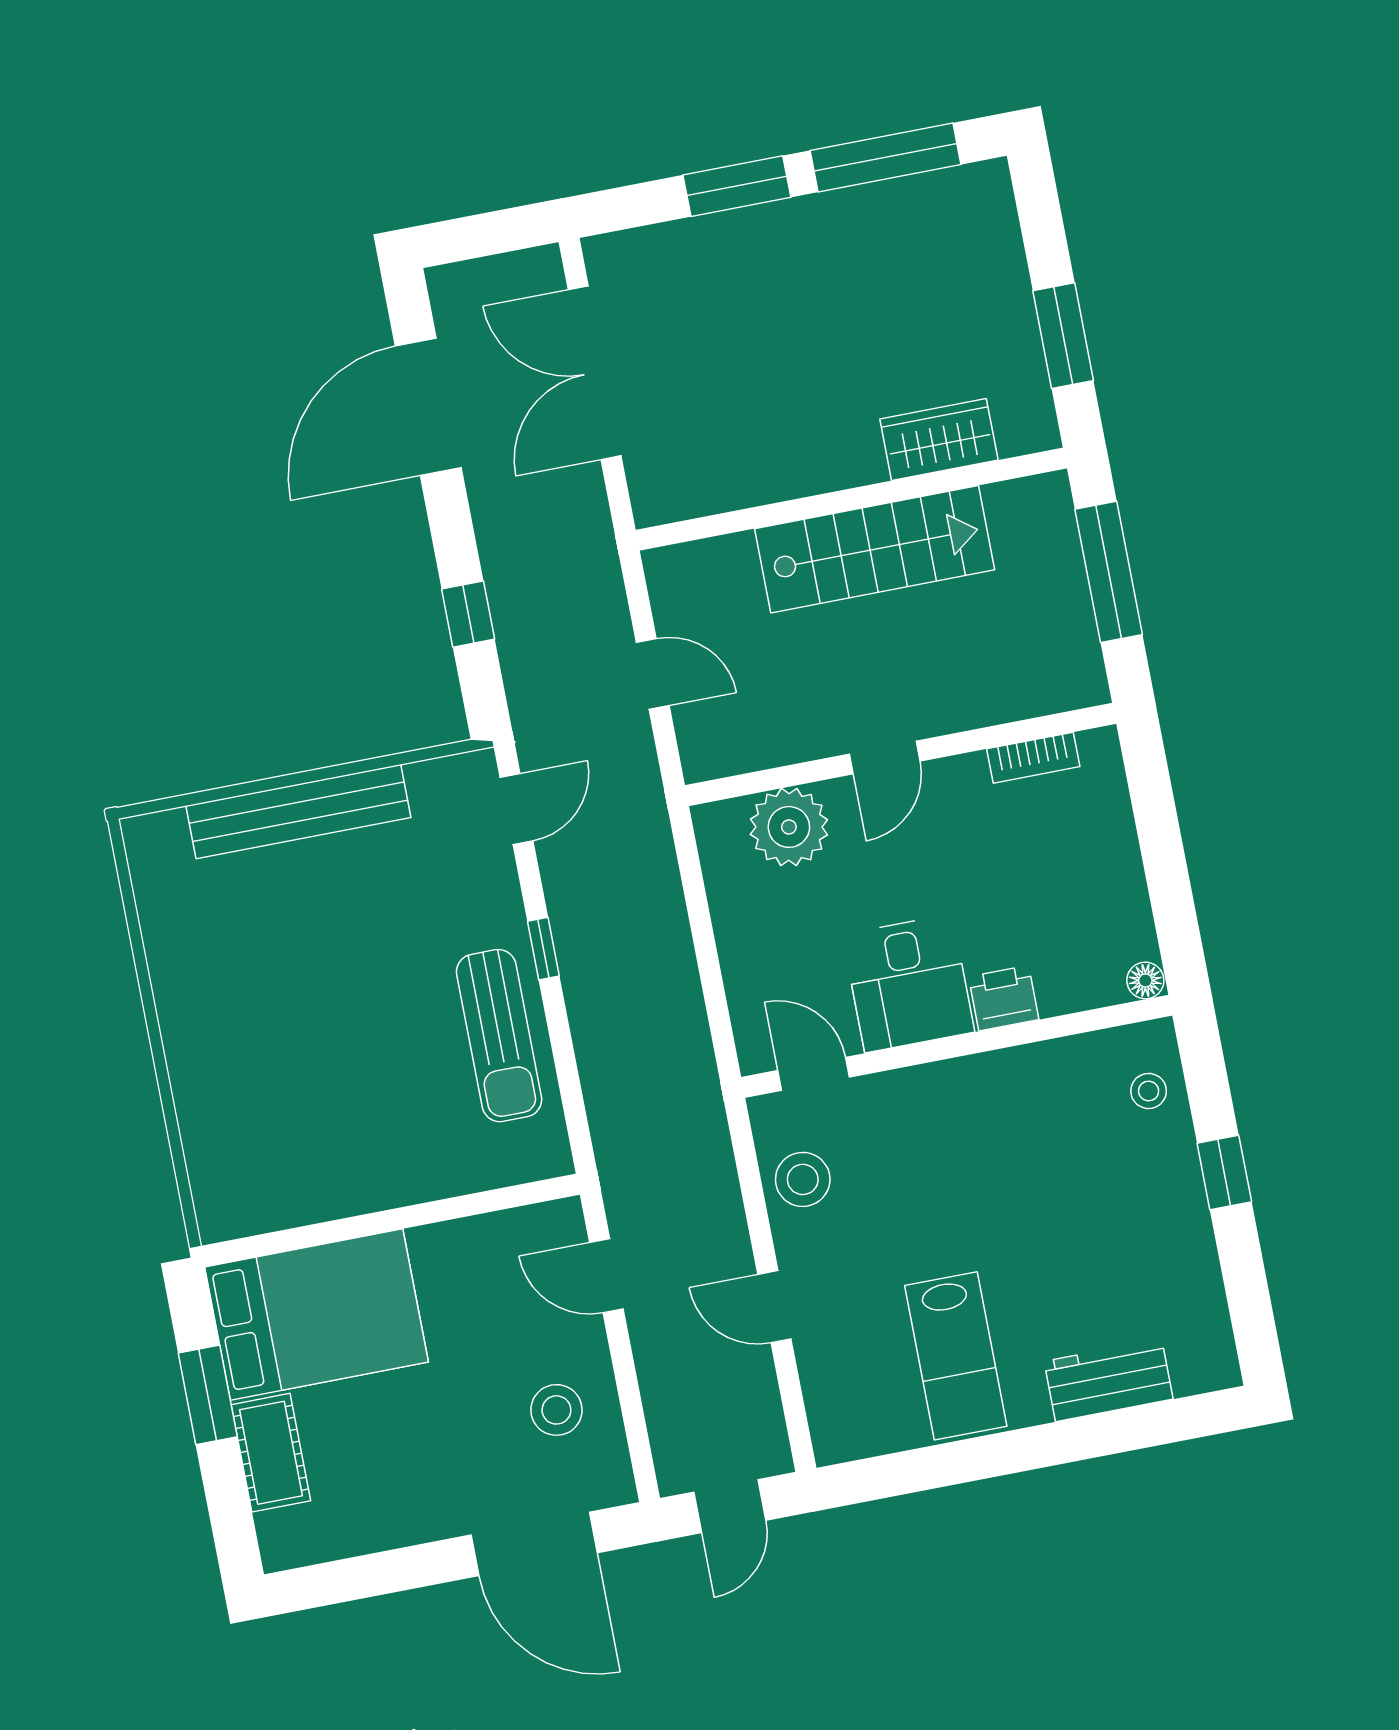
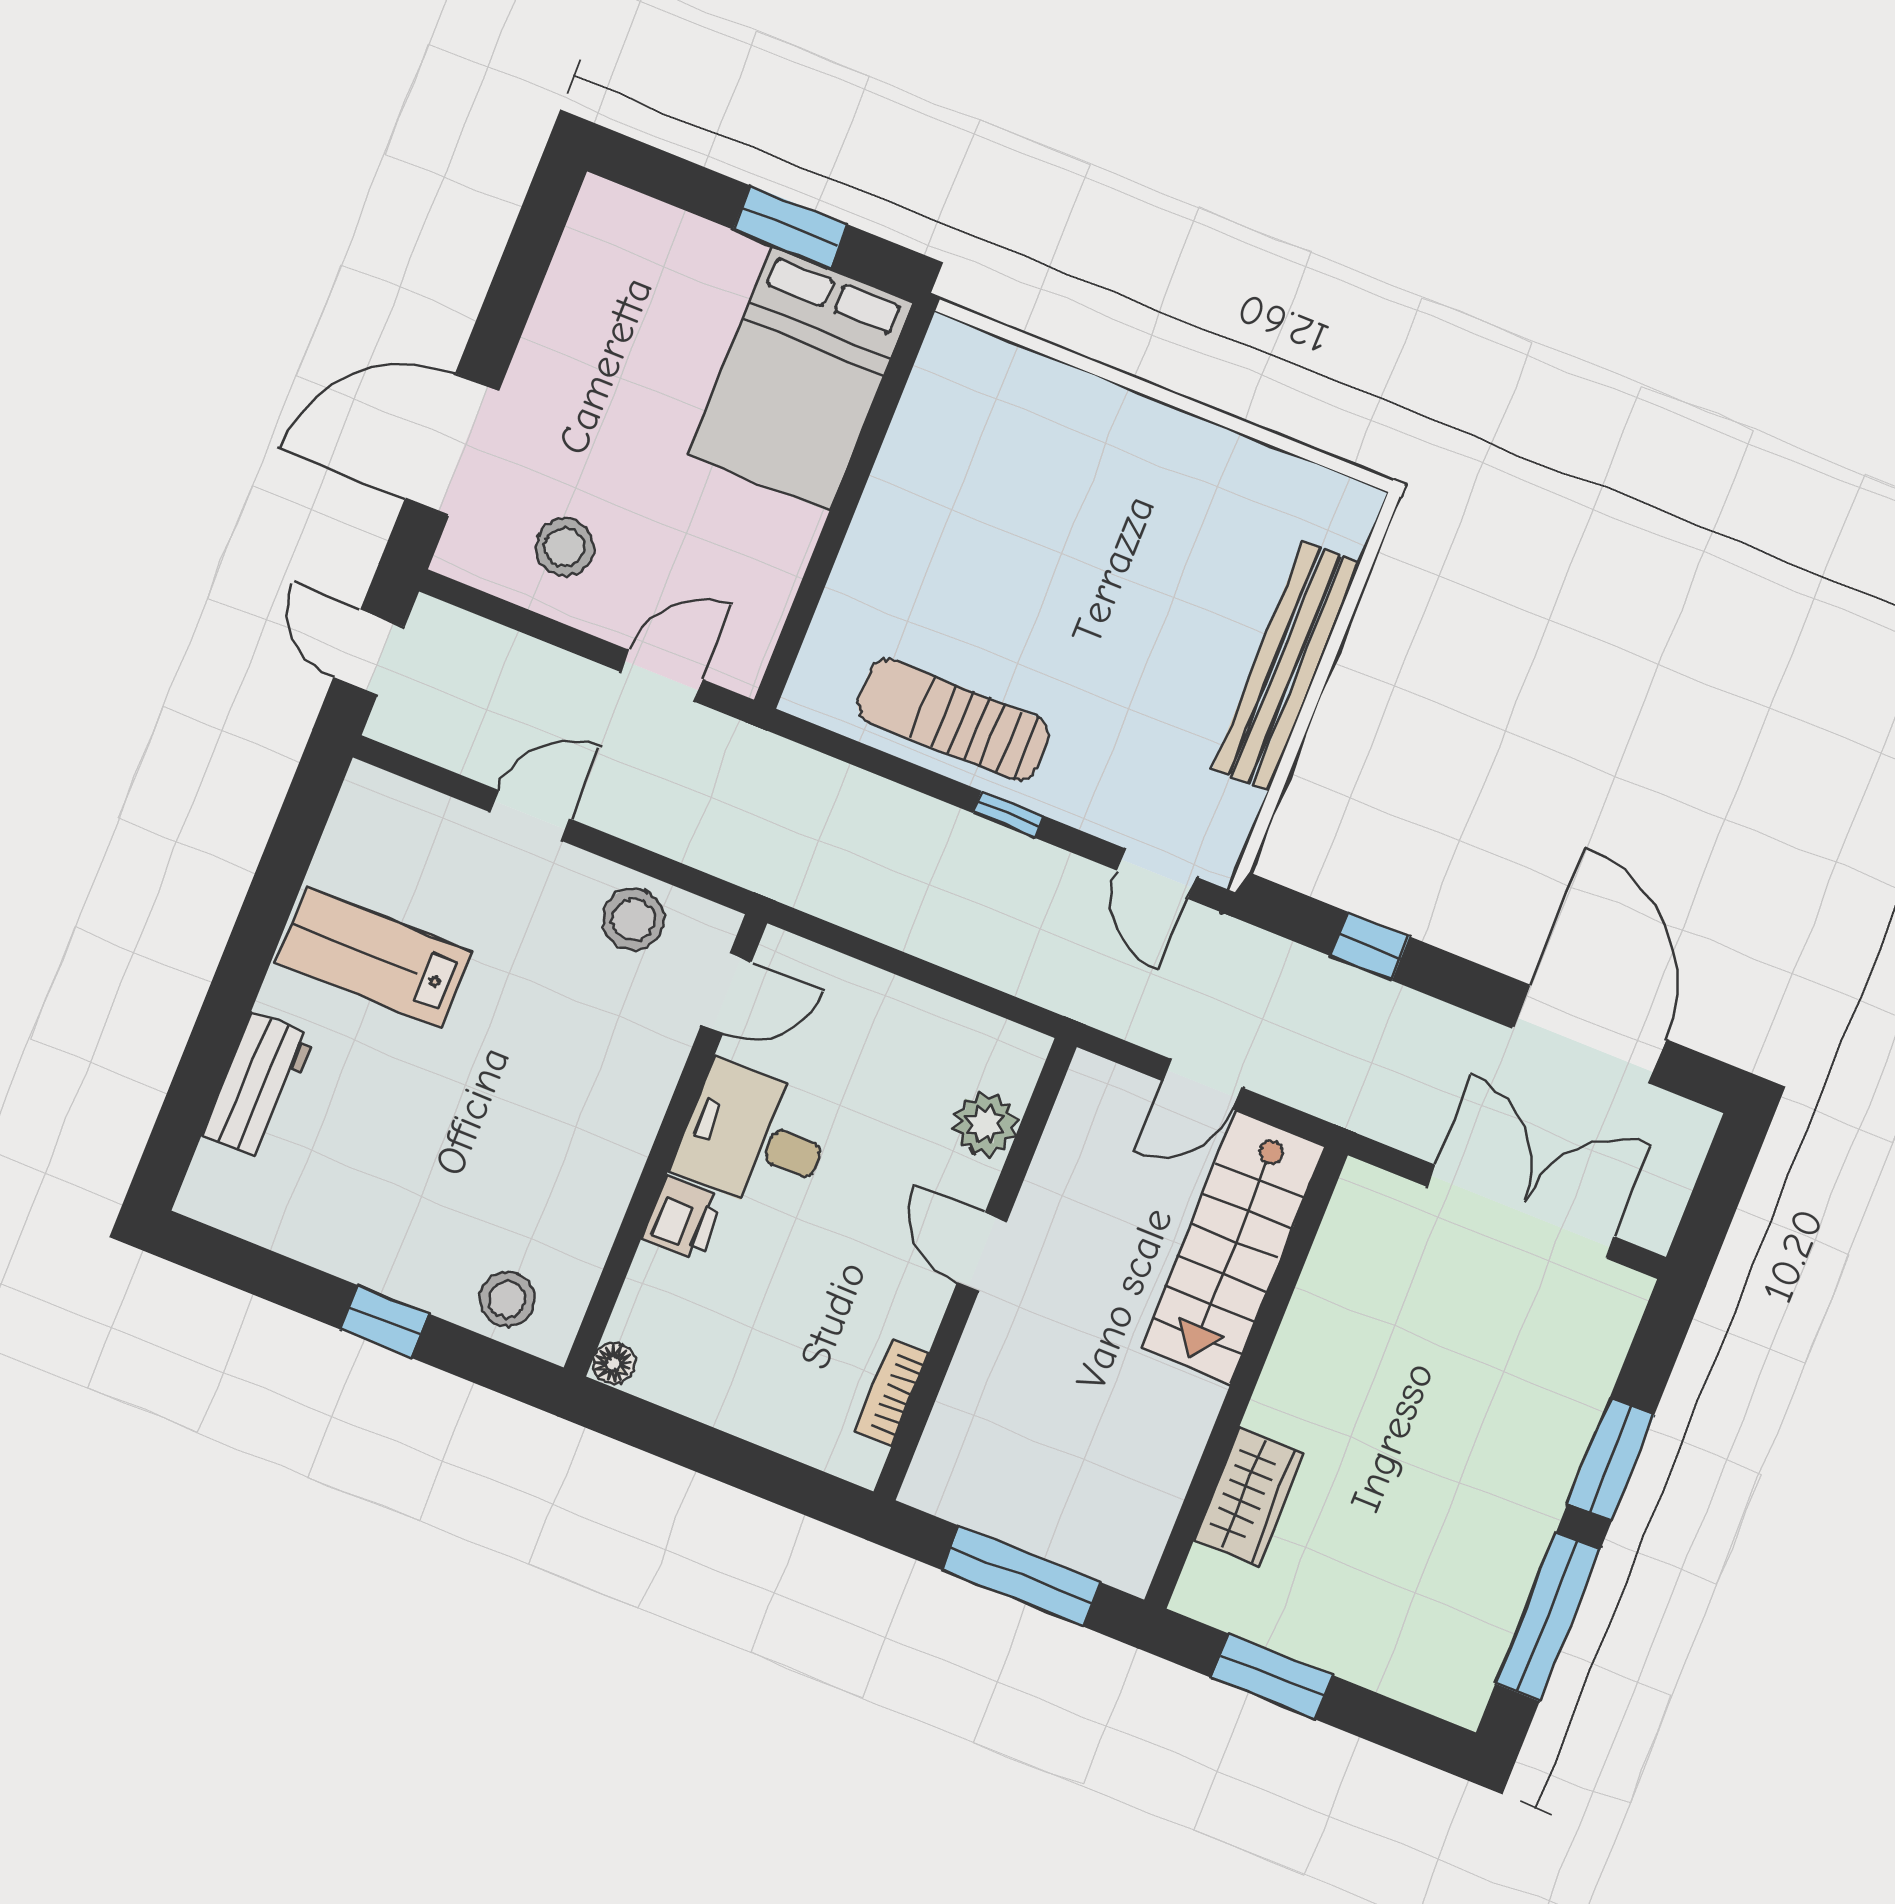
stairs: (875, 549) -> (1233, 1247), moved
plant: (789, 827) -> (985, 1124), width x0.73, depth x0.73
stool: (1149, 1091) -> (507, 1299), width x1.37, depth x1.37
cot: (271, 1453) -> (698, 252), removed

